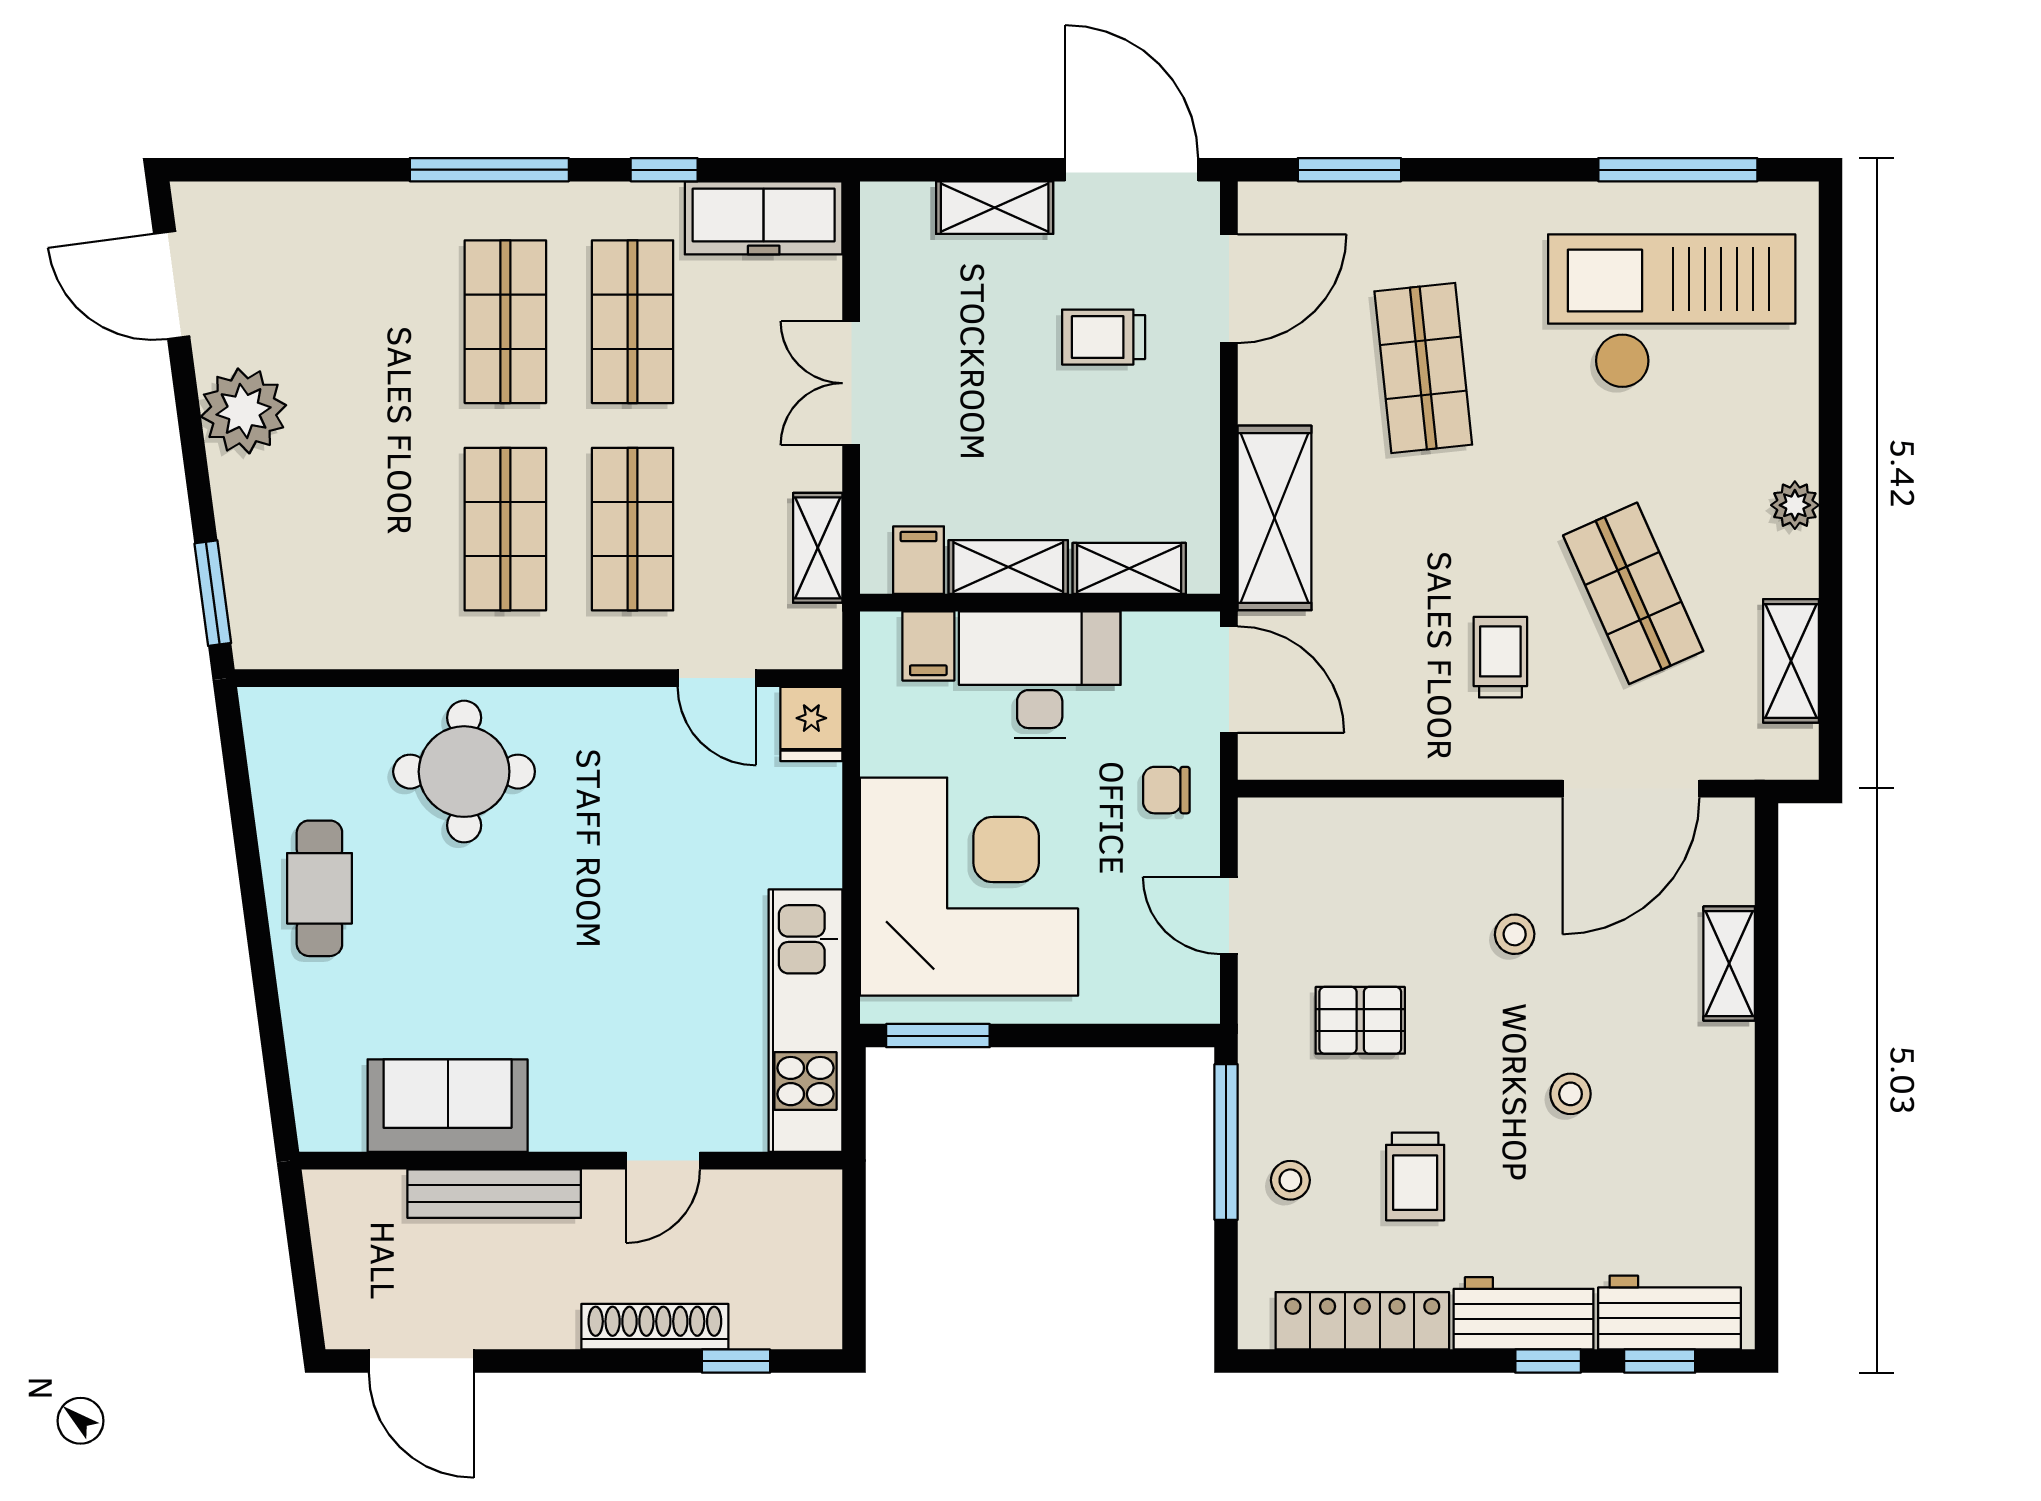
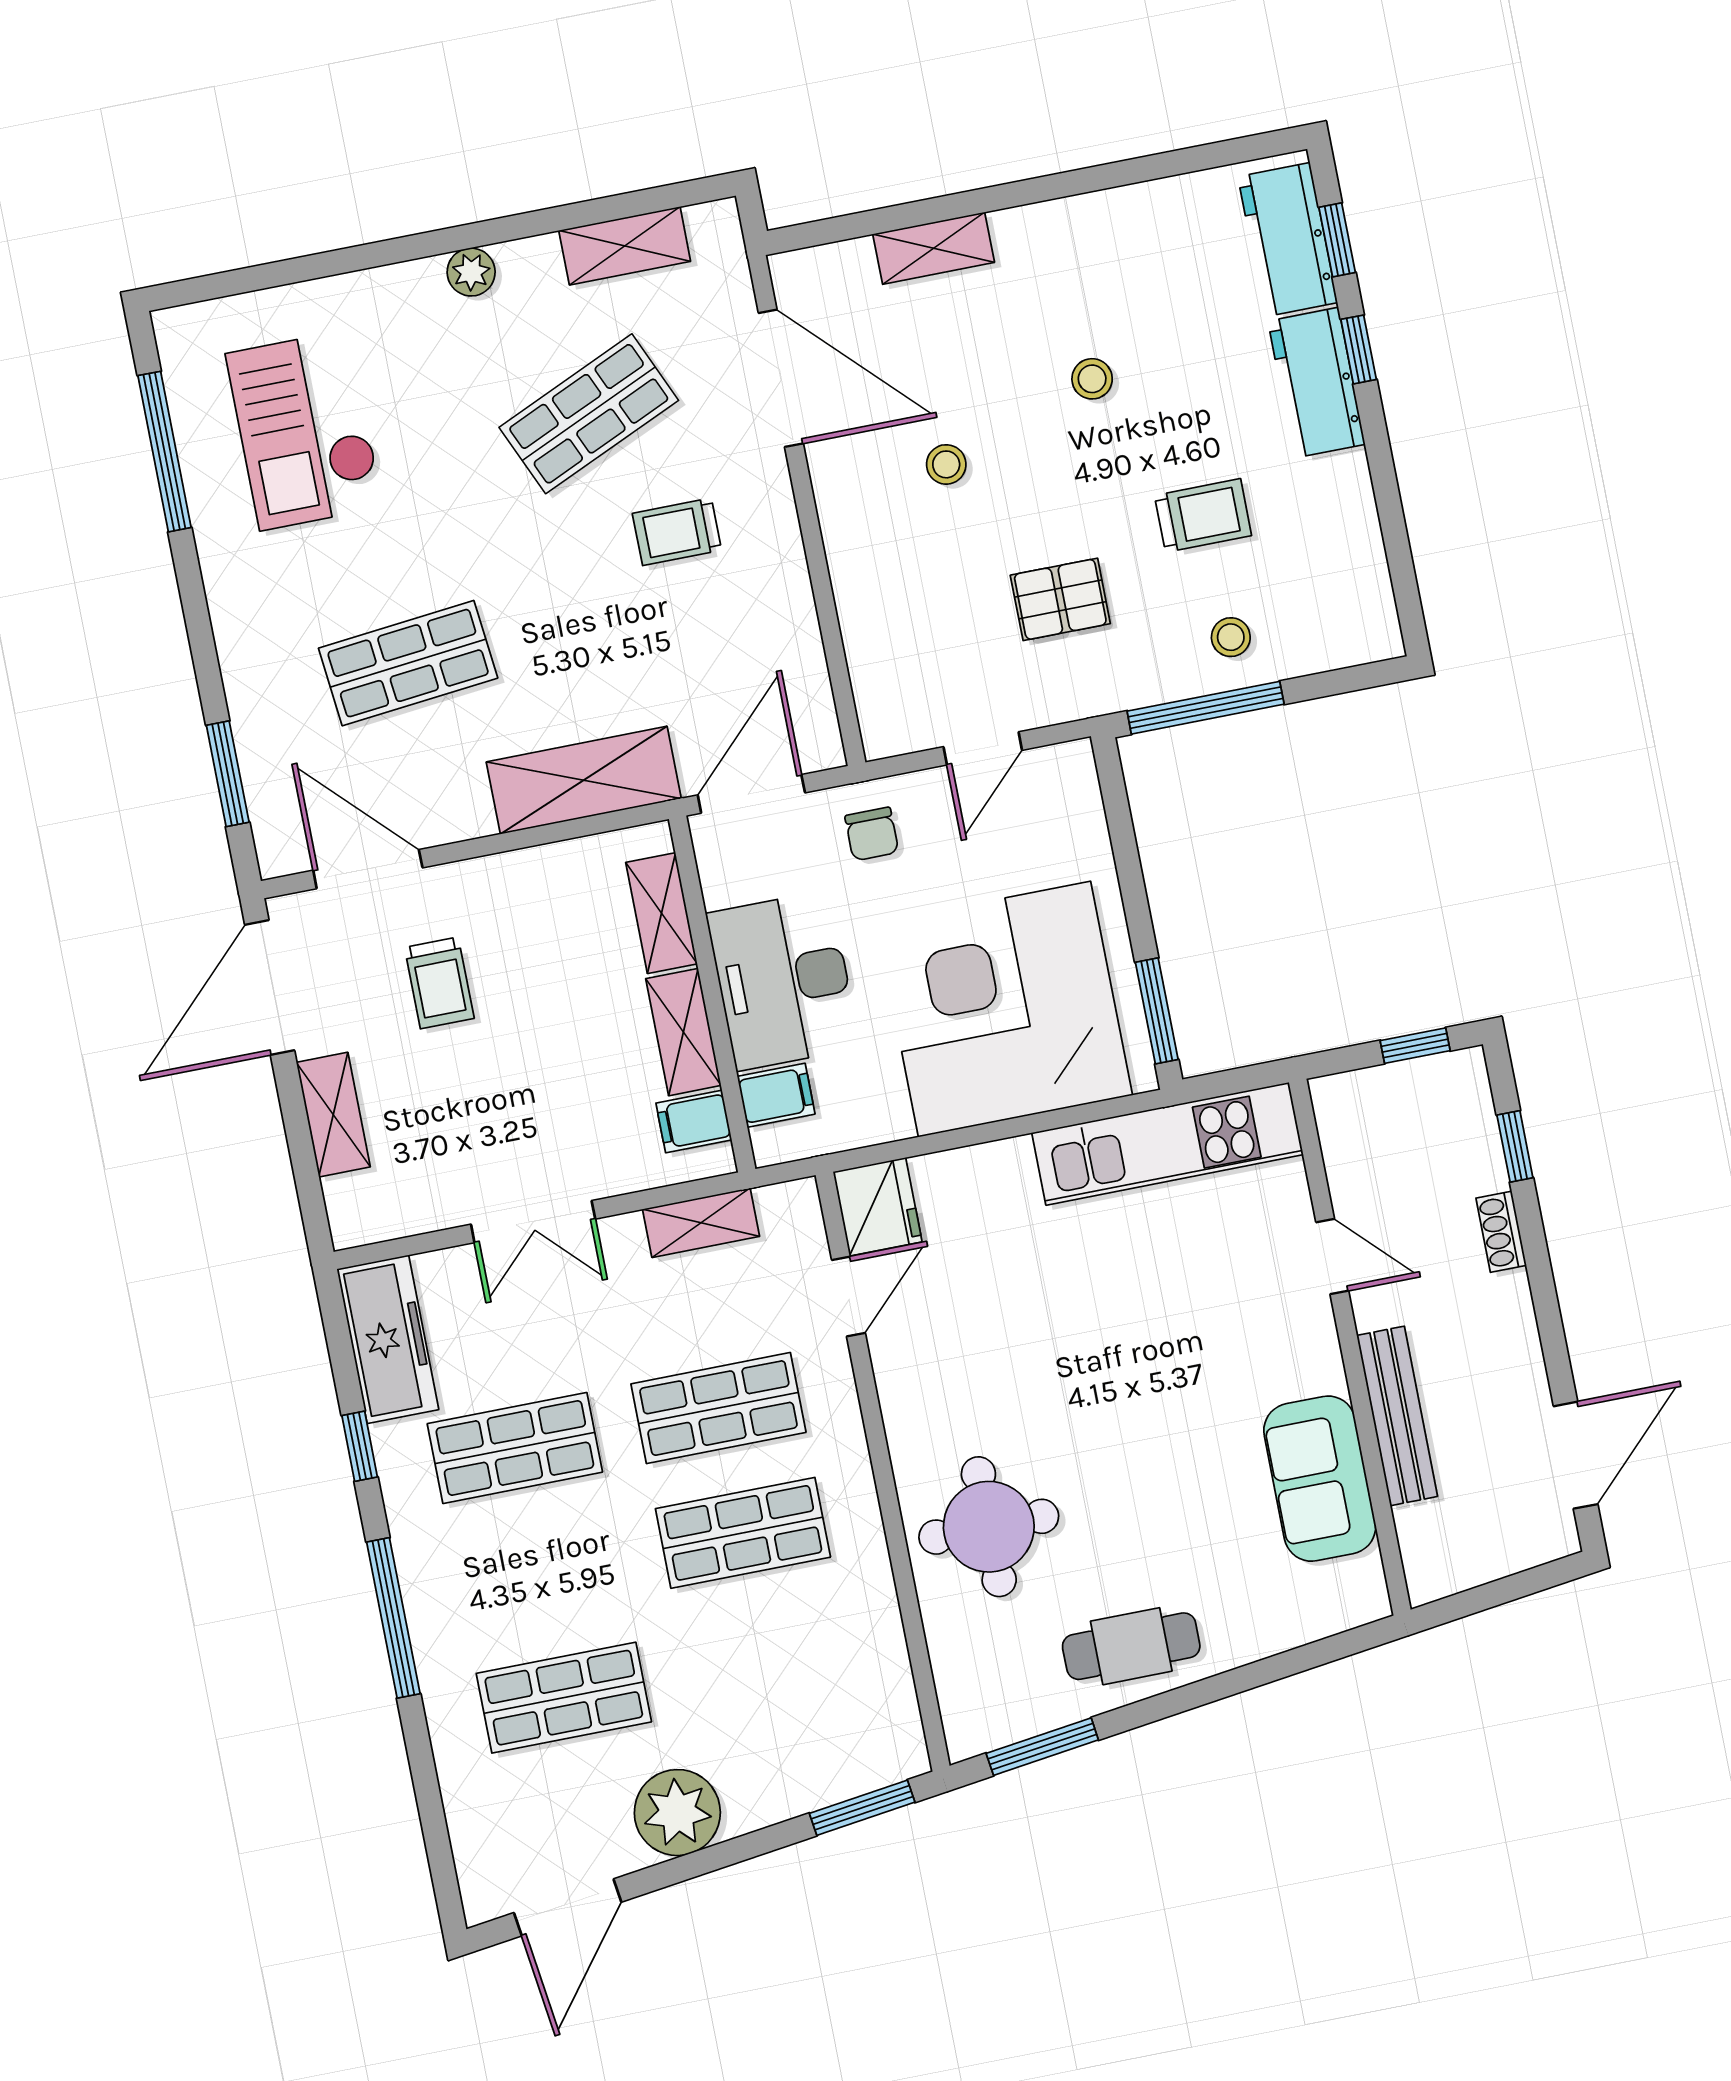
checkout: (1672, 311) -> (305, 430), width x0.73, depth x0.83
shop shelf: (505, 322) -> (564, 1698), moved
fridge: (811, 724) -> (878, 1207), width x1.38
window: (238, 782) -> (1042, 1747), added
pallet: (1360, 1020) -> (1060, 599), turned 90
window: (854, 1283) -> (1415, 1046), added
locker: (1362, 1321) -> (1355, 539), removed
shoe rack: (655, 1327) -> (1501, 1232), width x0.51, depth x0.81

